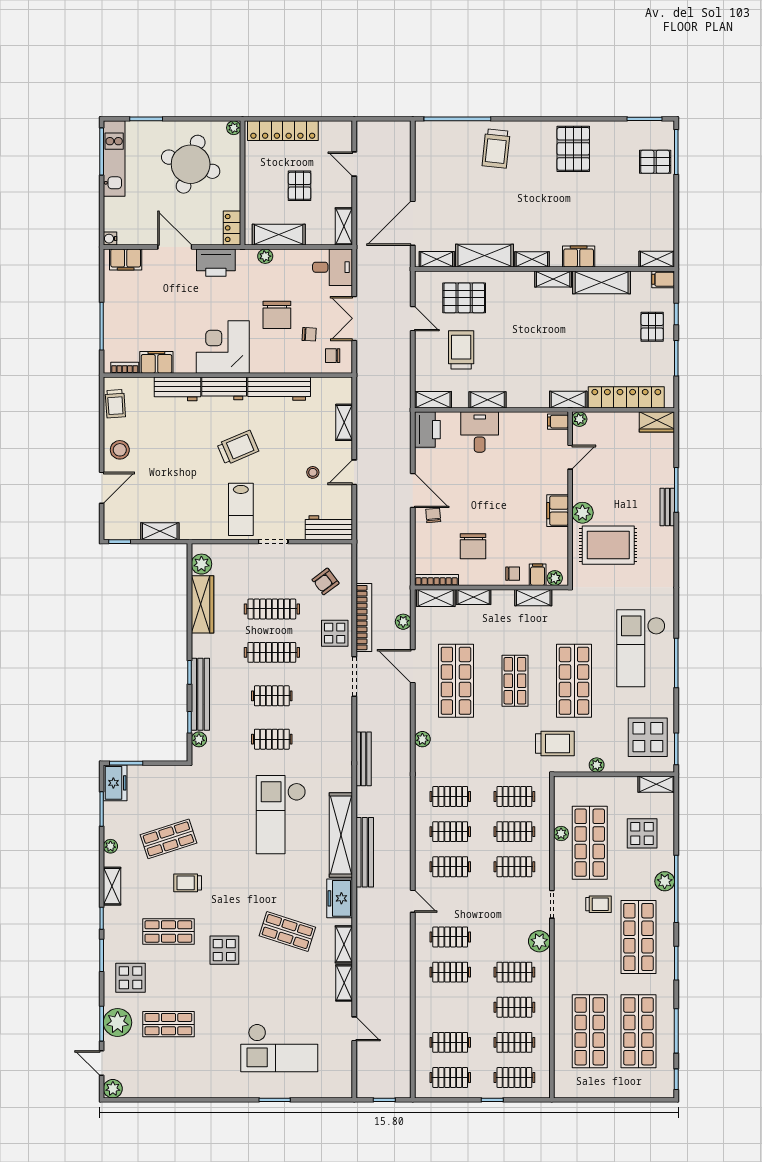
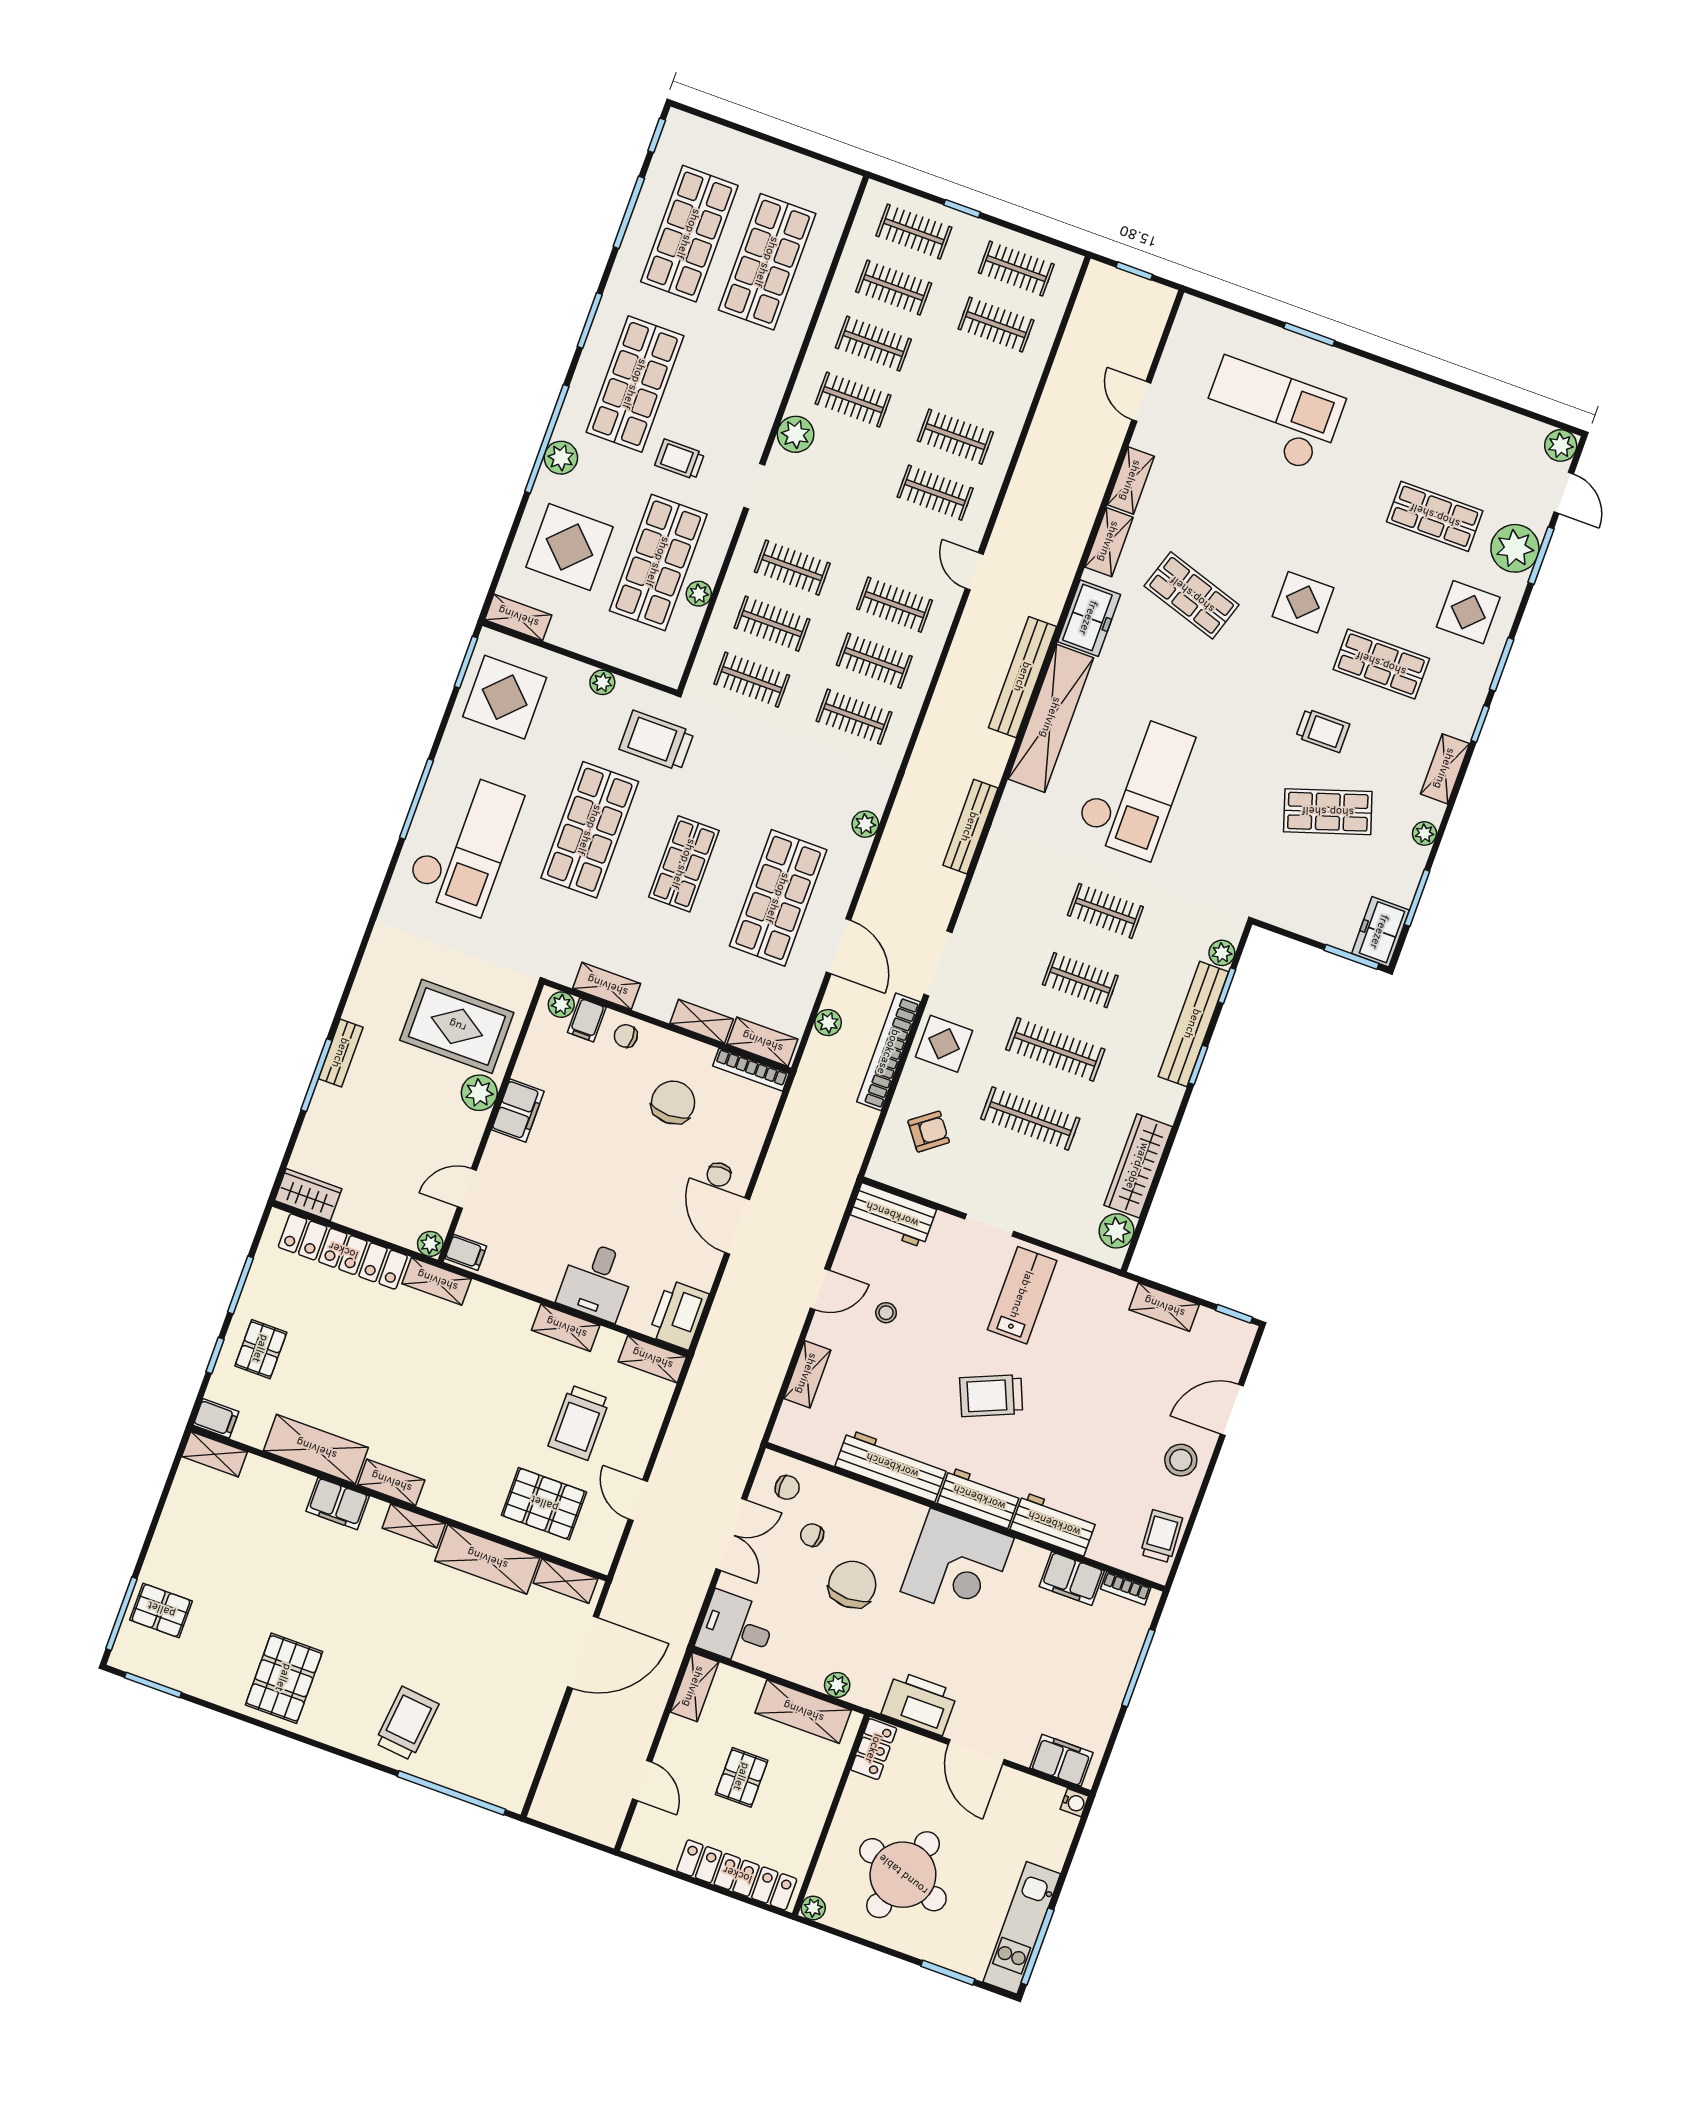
display table: (642, 833) -> (569, 547), width x1.36, depth x1.36

